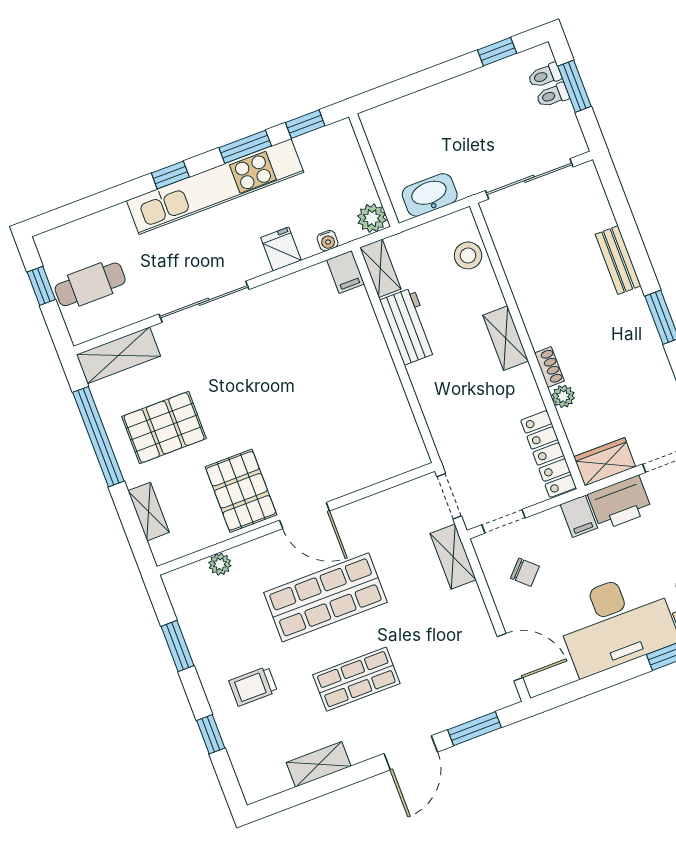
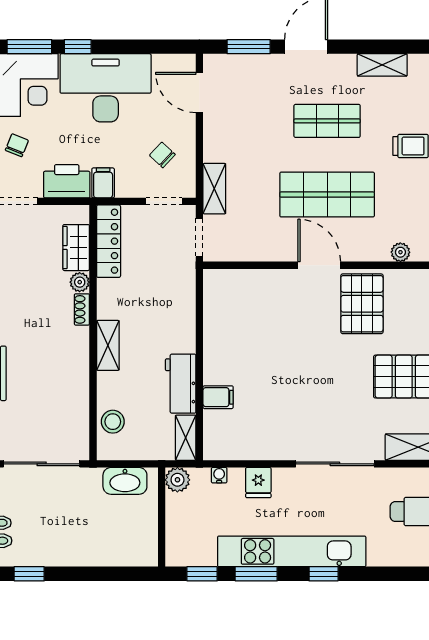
filing cabinet: (345, 272) -> (218, 397), moved, turned 90
wardrobe: (605, 462) -> (76, 248), moved, turned 90

